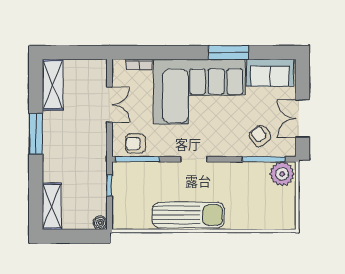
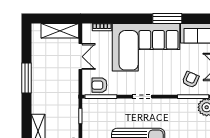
shelving: (53, 85) -> (60, 31), moved, turned 90
armchair: (260, 136) -> (191, 80), turned 62

